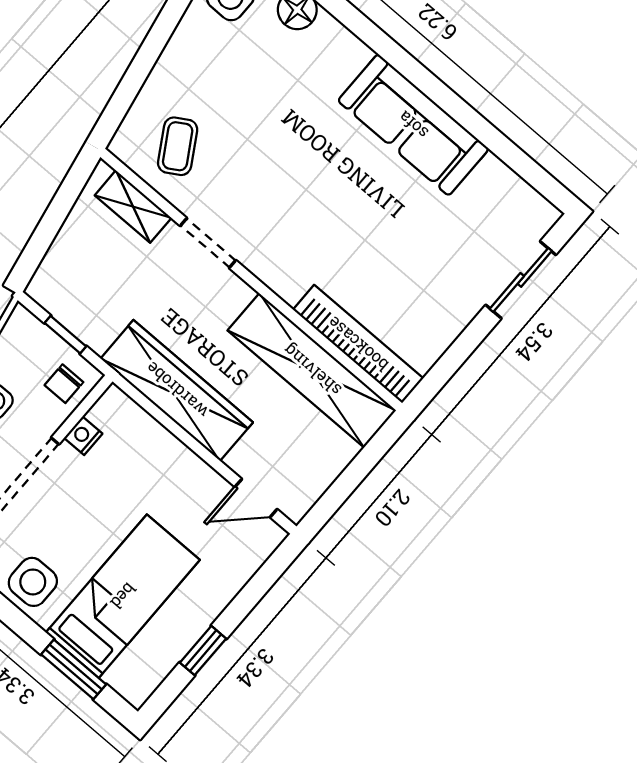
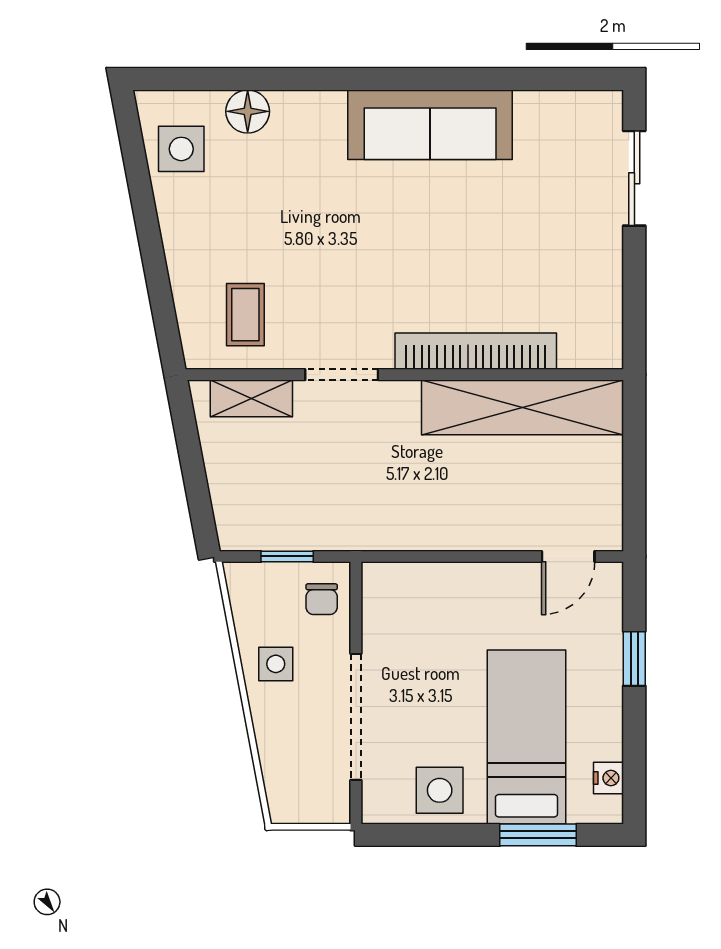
coffee table: (178, 146) -> (245, 315), turned 31
bookcase: (358, 344) -> (476, 351), moved
wardrobe: (177, 390) -> (422, 523), removed
nightstand: (83, 436) -> (609, 778), moved, turned 180
window: (203, 651) -> (634, 659), moved

